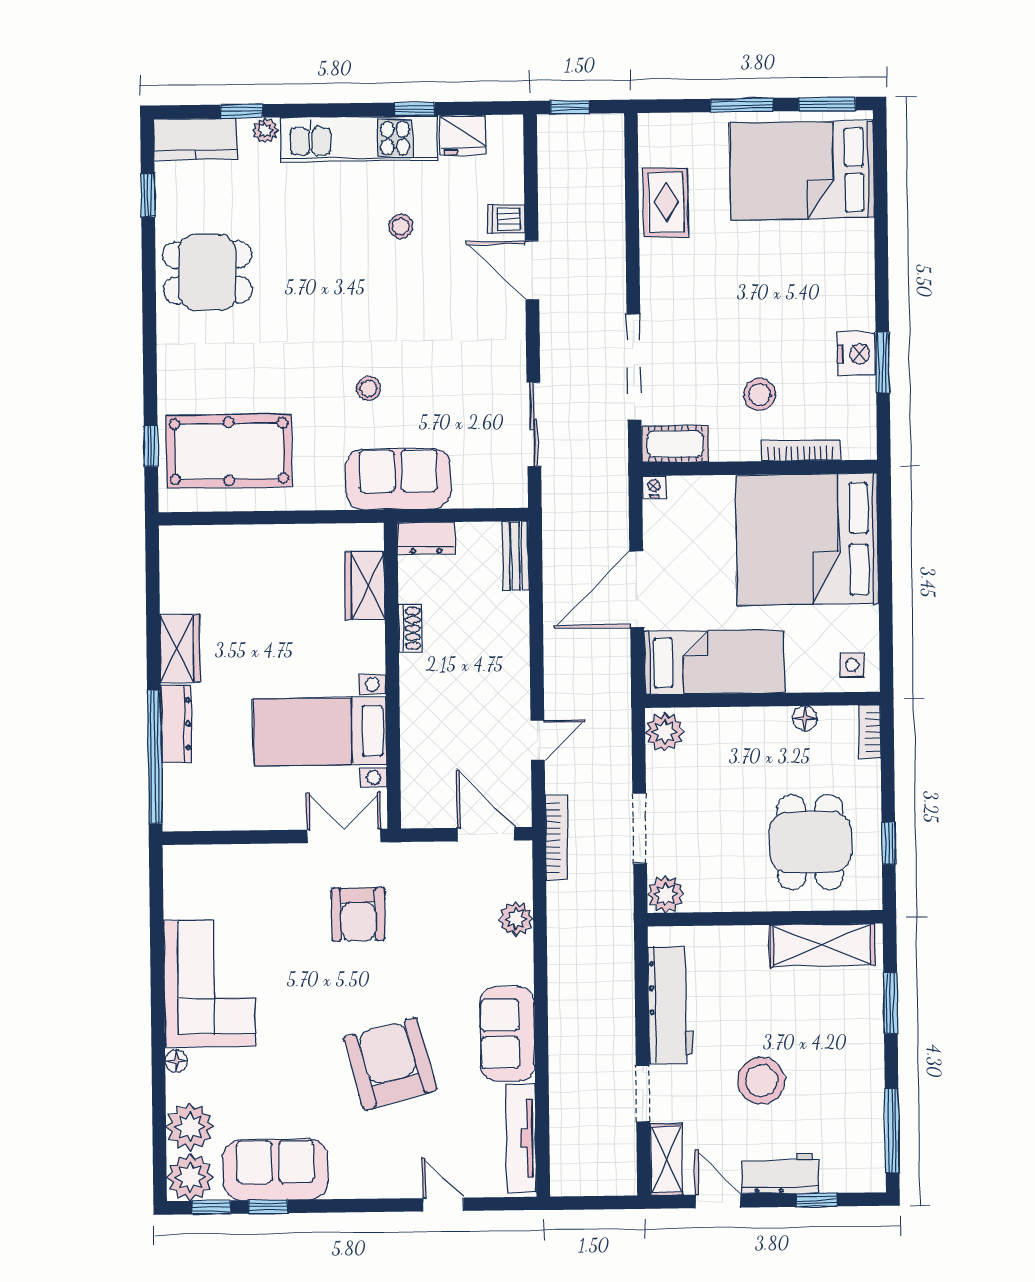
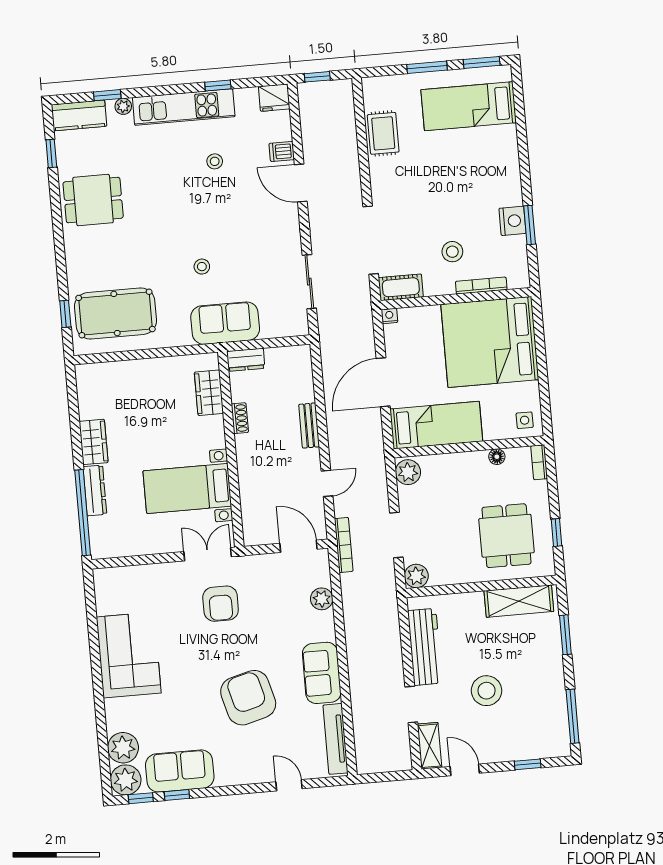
fridge: (463, 135) -> (274, 98), moved
bed: (802, 170) -> (469, 106), width x0.67
bench: (516, 556) -> (309, 426), moved
floor lamp: (176, 1061) -> (111, 706), removed
workbench: (780, 1174) -> (503, 749), removed

